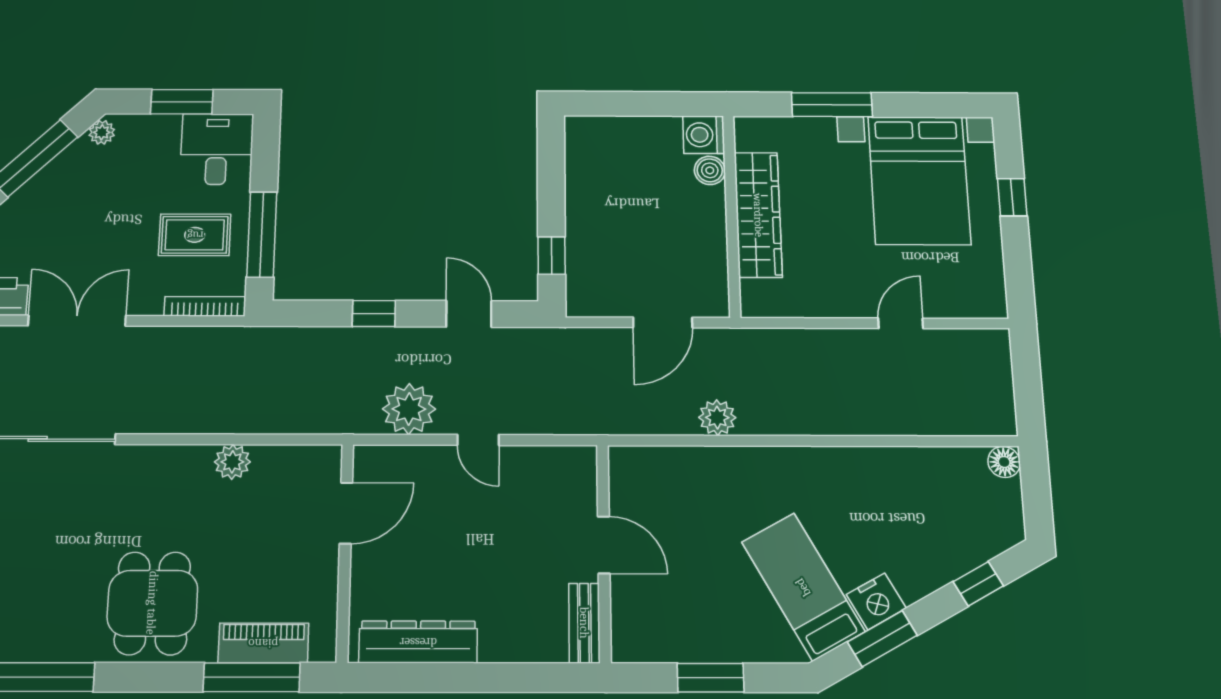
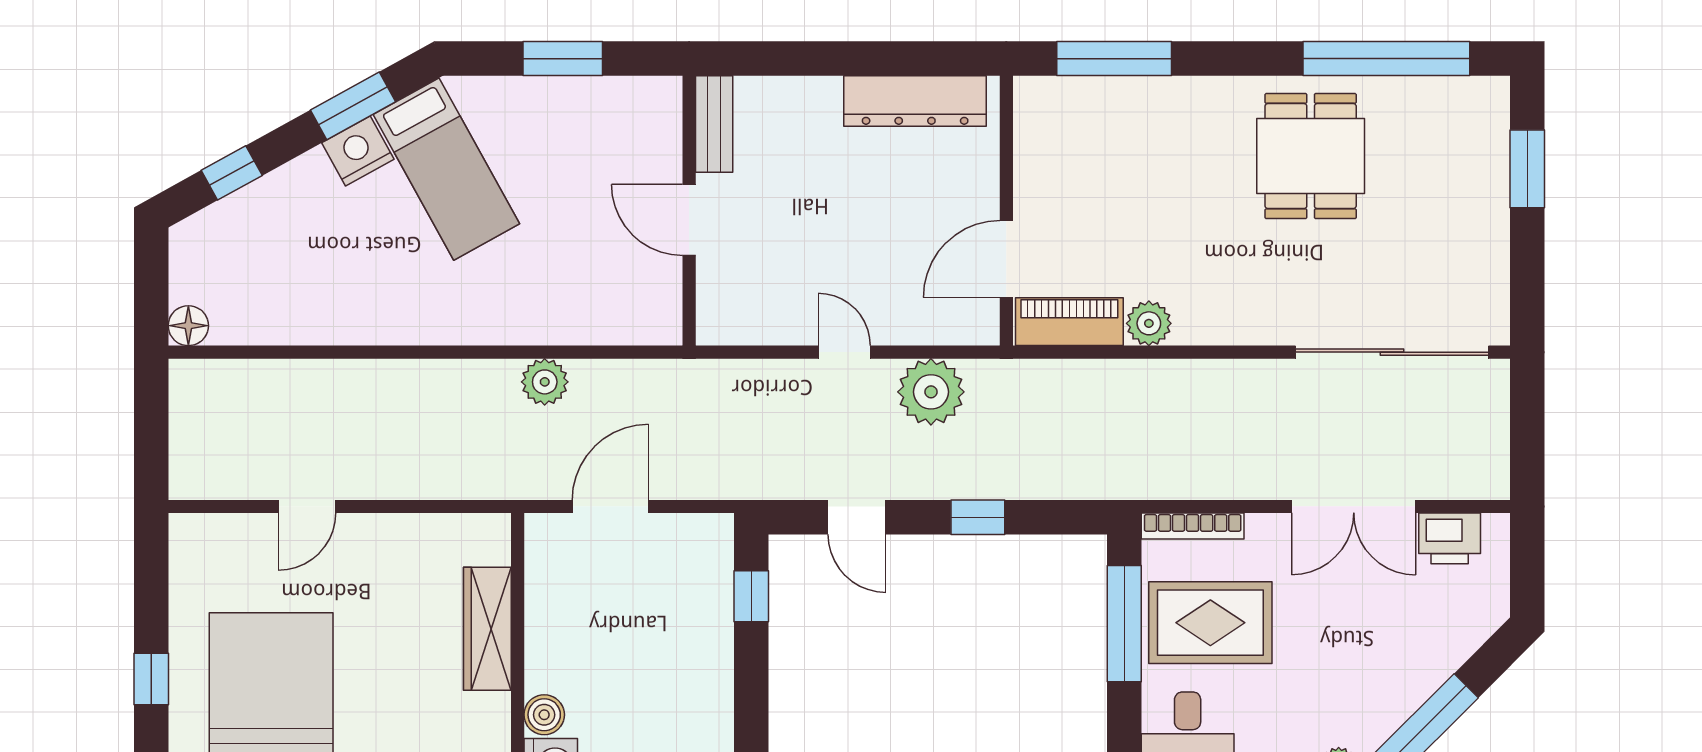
wardrobe: (758, 215) -> (487, 629), width x0.71, depth x0.85
rug: (195, 235) -> (1210, 623), width x1.36, depth x1.43
dining table: (152, 603) -> (1311, 156), moved
piano: (263, 643) -> (1069, 322), moved, turned 180

